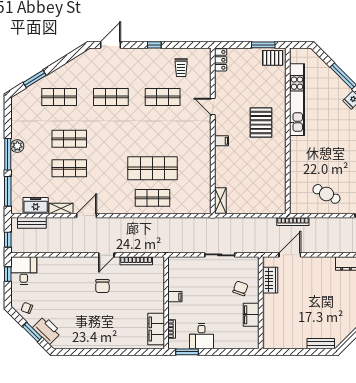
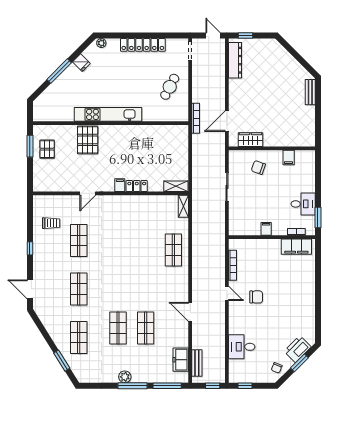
pallet: (273, 58) -> (47, 149), moved
locker: (221, 60) -> (137, 186), moved
kitchen unit: (297, 100) -> (108, 114), moved
pallet: (261, 122) -> (88, 140), moved, turned 90
shop shelf: (152, 168) -> (146, 250), removed
shelving: (61, 208) -> (183, 206), moved
door: (290, 255) -> (227, 121), hinge flipped
desk: (24, 271) -> (242, 347), moved
filing cabinet: (251, 315) -> (289, 158), width x0.50

